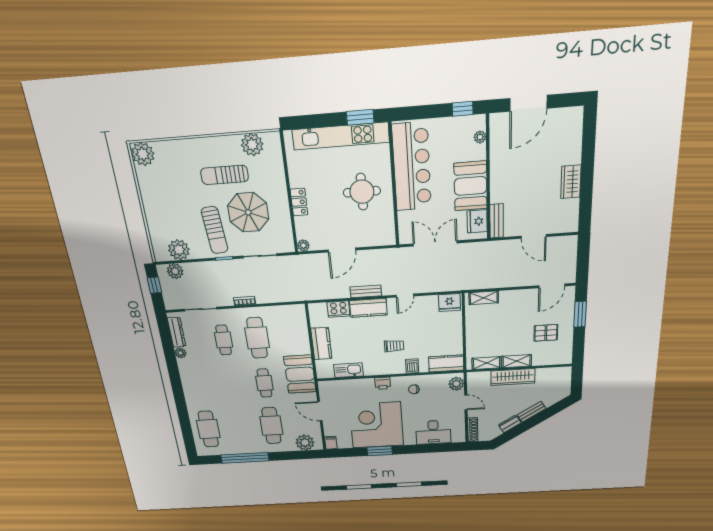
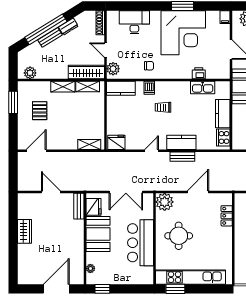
bar counter: (412, 167) -> (141, 243), width x0.73
locker: (299, 202) -> (227, 216), moved
plant: (303, 245) -> (165, 202), moved, width x1.87, depth x1.87
cooker: (338, 309) -> (223, 137), moved, turned -90
window: (580, 314) -> (13, 102), moved
pallet: (546, 333) -> (40, 111), turned 90
plant: (556, 374) -> (30, 73), added
wardrobe: (513, 377) -> (86, 72), moved
printer: (383, 383) -> (199, 73), moved
window: (536, 420) -> (46, 29), added

